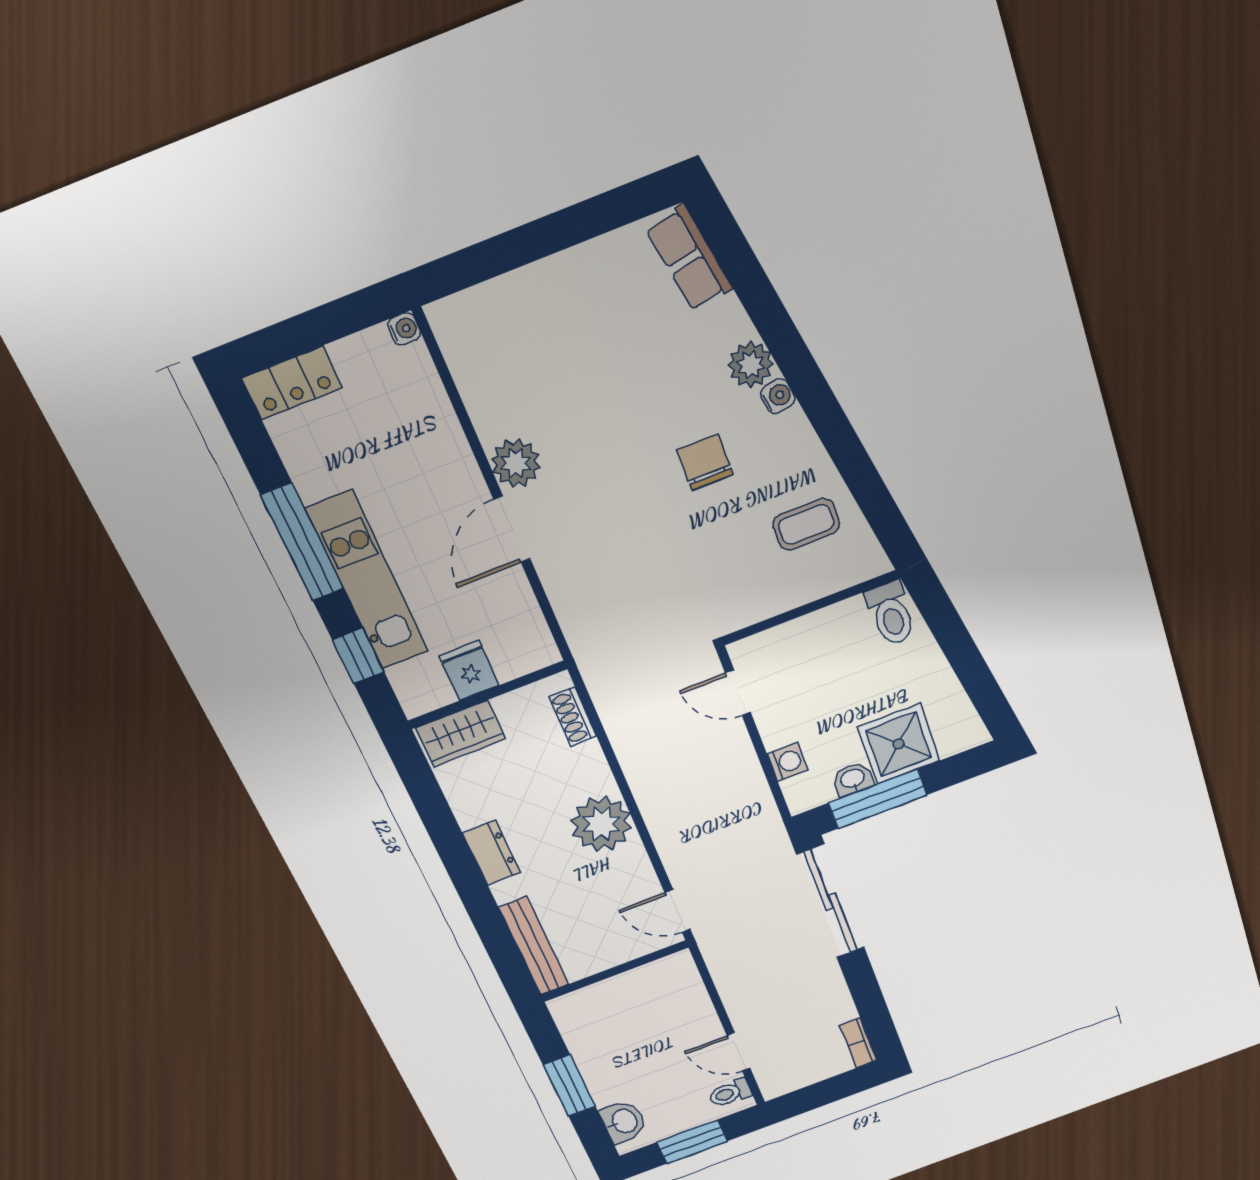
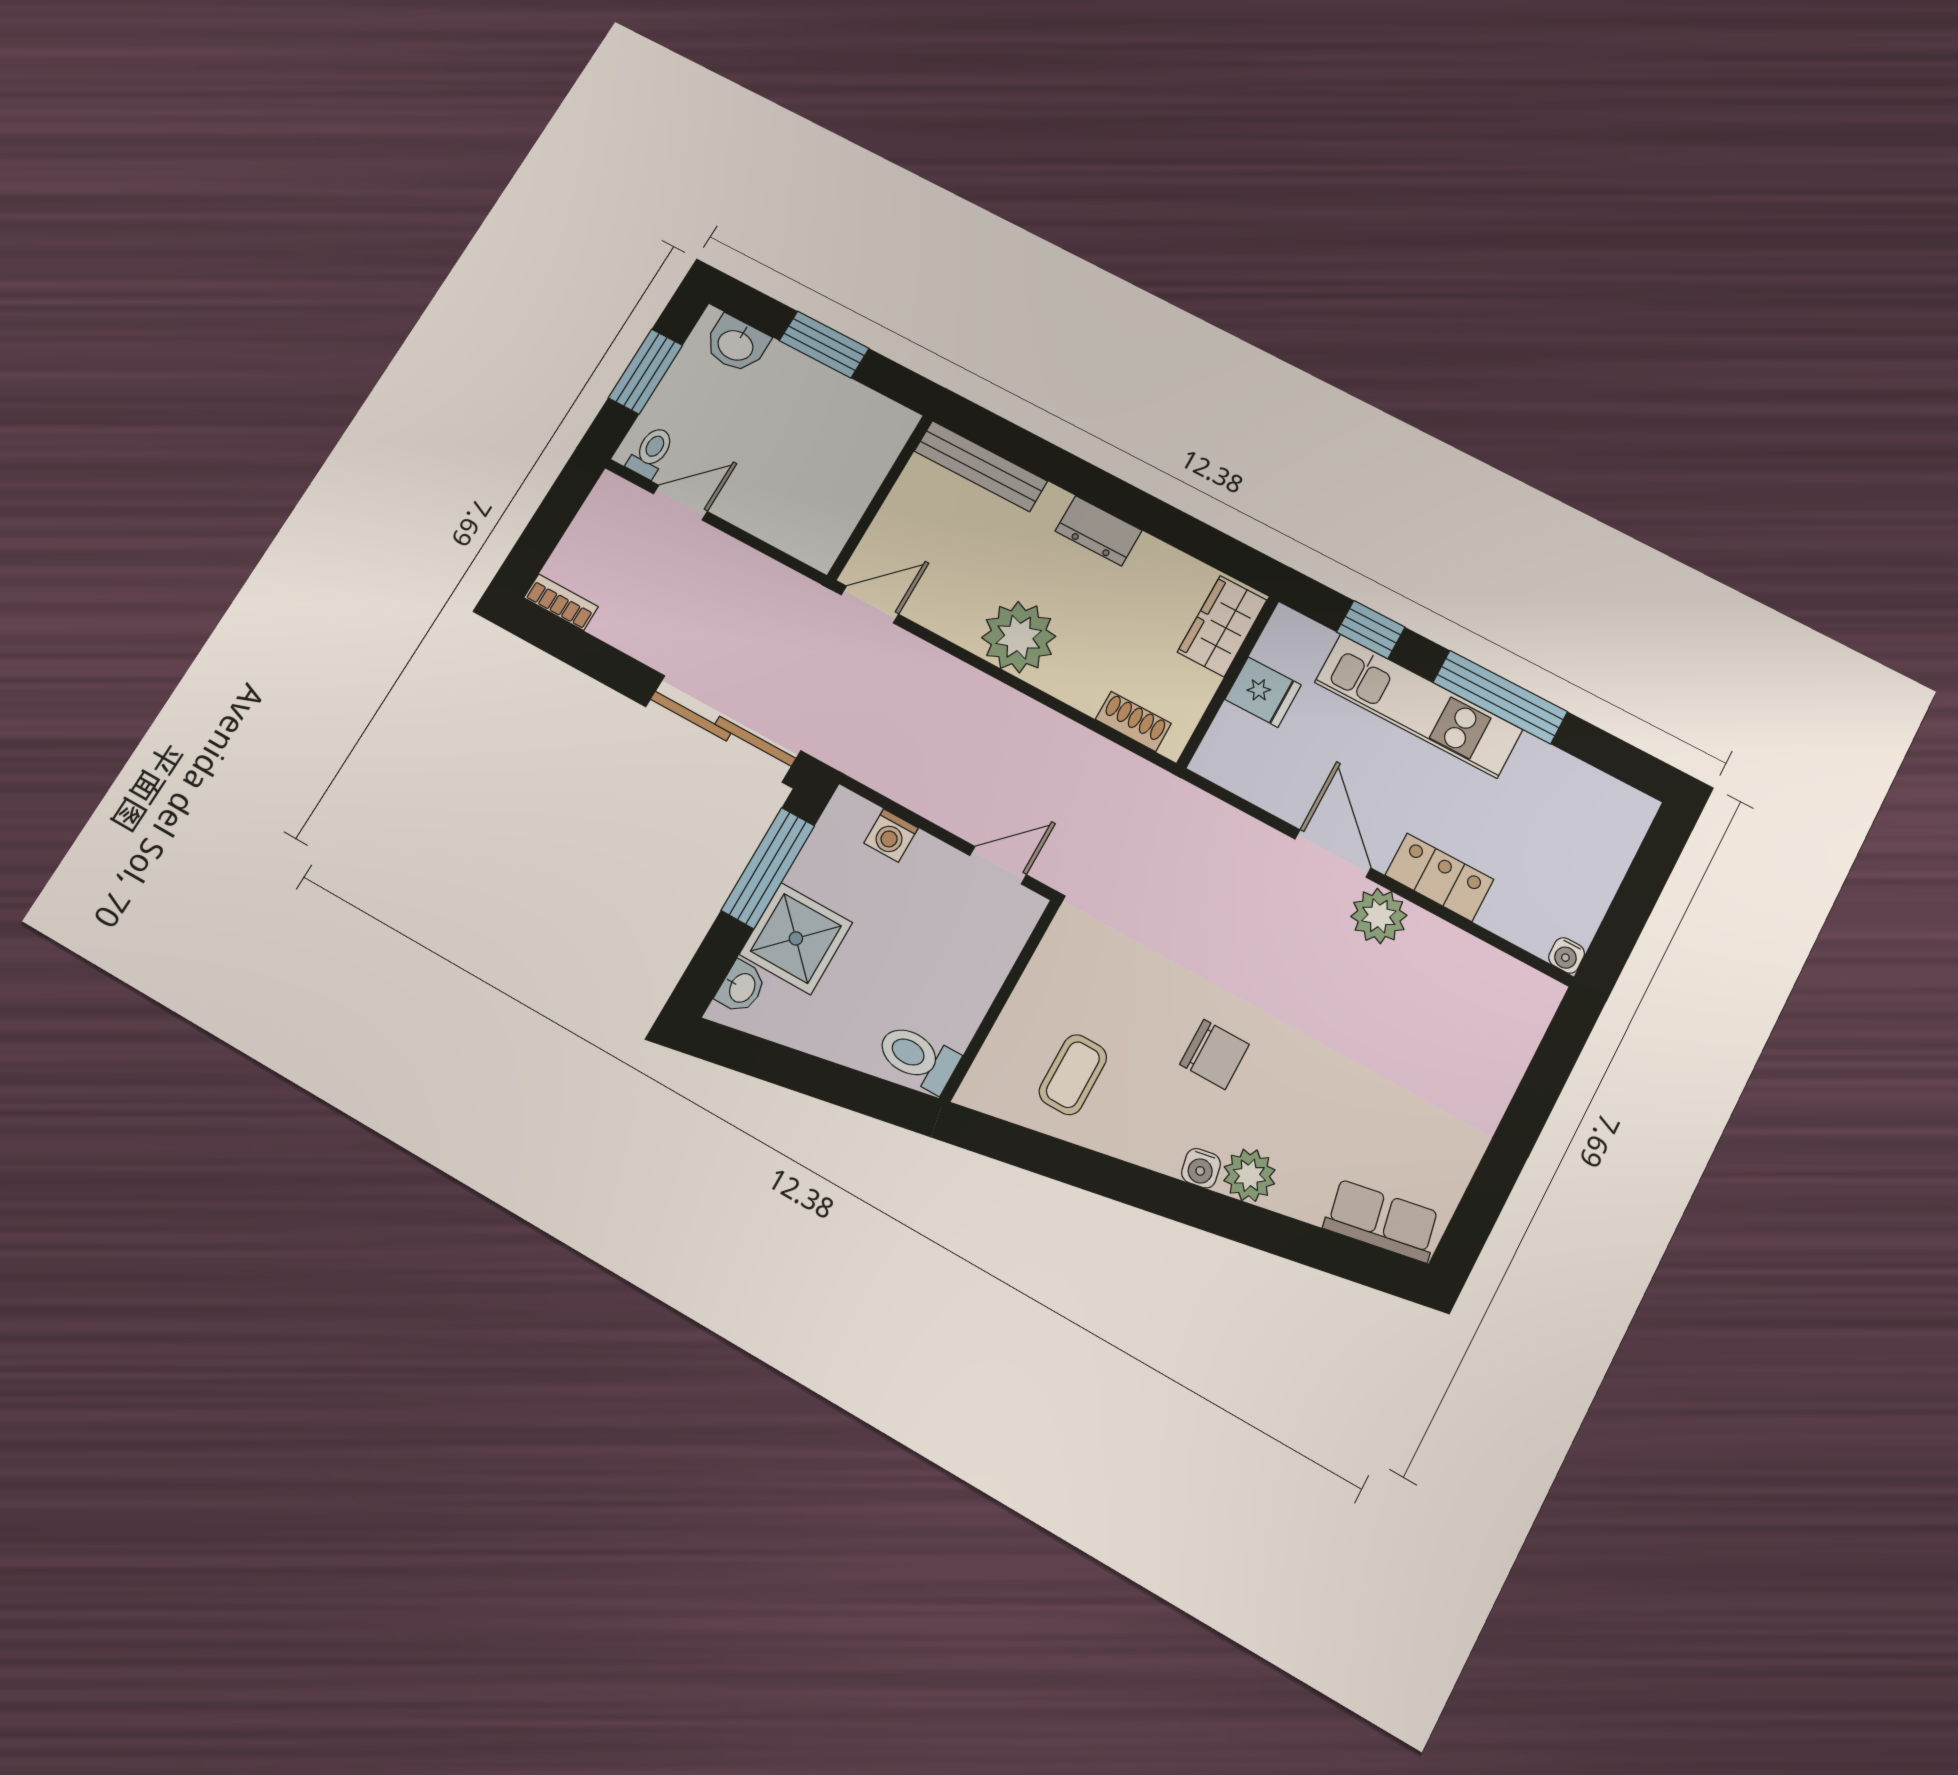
locker: (292, 383) -> (1439, 877), moved, turned 90
washbasin: (853, 779) -> (741, 987), moved

